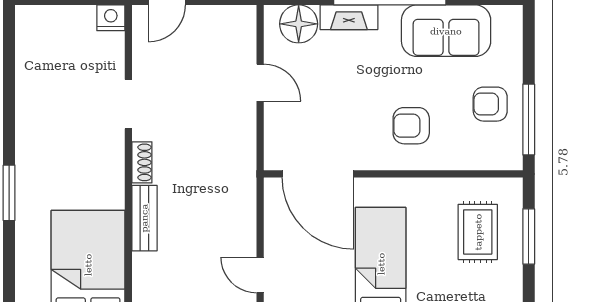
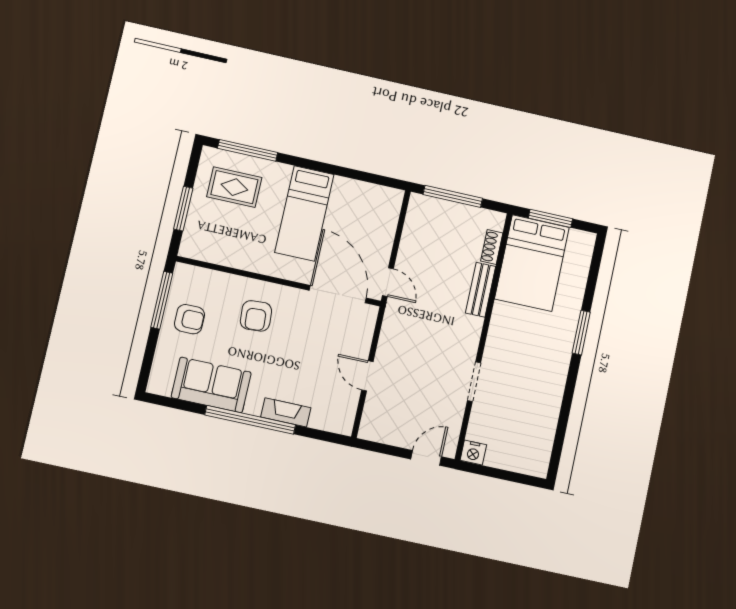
floor lamp: (299, 24) -> (327, 416), removed
armchair: (411, 126) -> (256, 316), turned 86
shoe rack: (142, 162) -> (492, 247), moved
rug: (478, 232) -> (234, 187), moved, turned 90
door: (260, 275) -> (388, 282), moved

